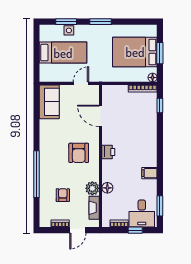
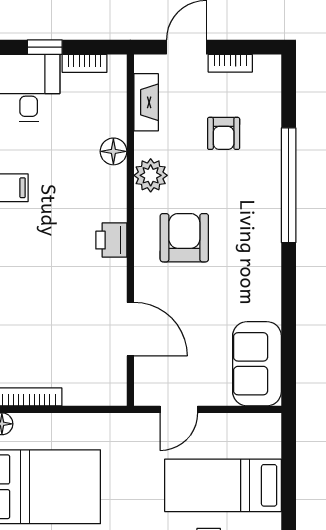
plant: (92, 188) -> (151, 175), moved

